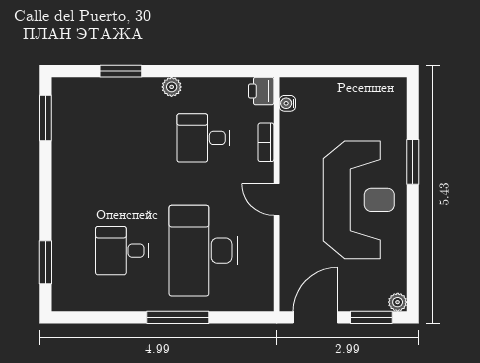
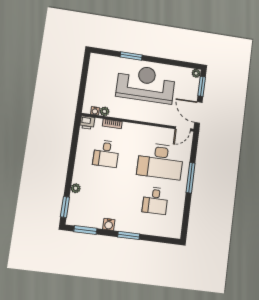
window: (121, 71) -> (65, 207), moved
plant: (172, 87) -> (76, 188), moved
plant: (289, 123) -> (104, 111), added
water cooler: (62, 163) -> (109, 224), added
door: (277, 199) -> (183, 129), moved
window: (45, 262) -> (129, 235), moved

